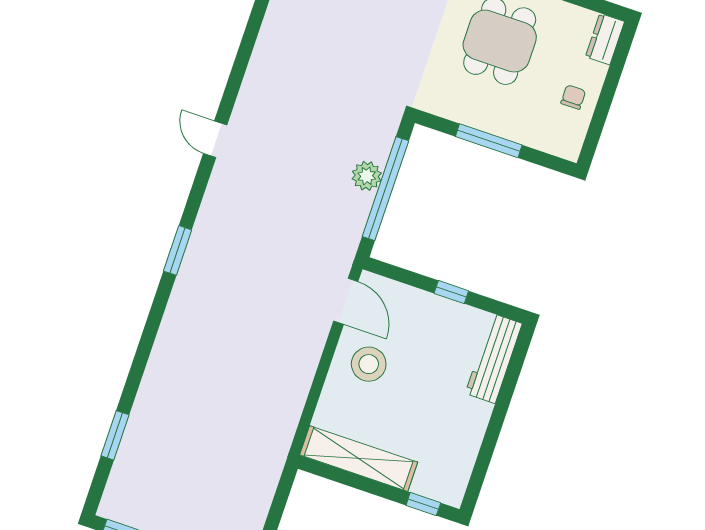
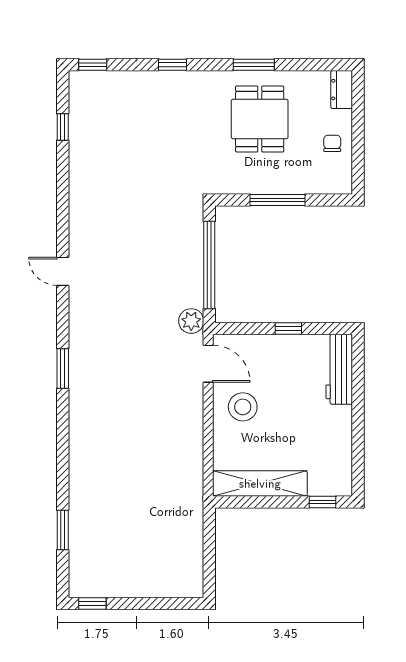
plant: (367, 176) -> (191, 321), moved

